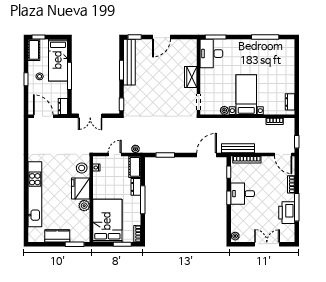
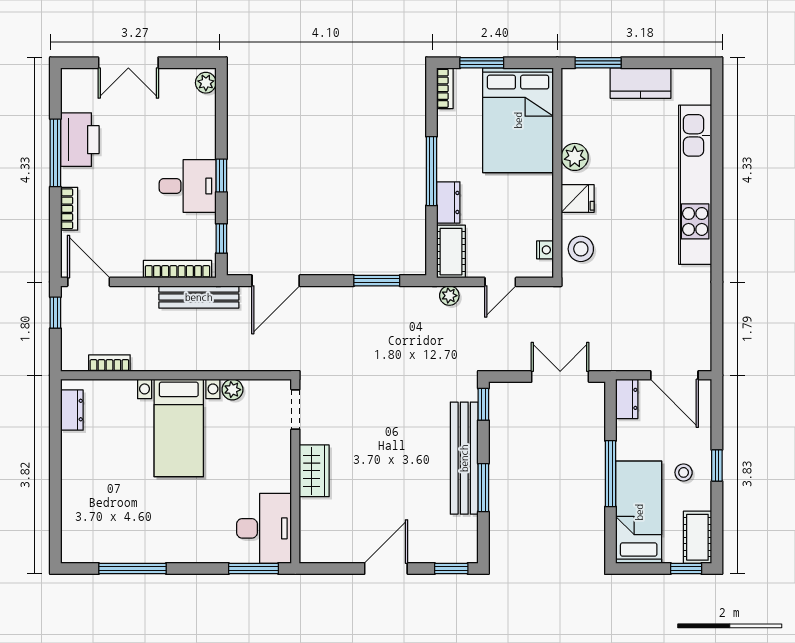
bench: (129, 62) -> (464, 458), moved
fridge: (81, 189) -> (578, 199), width x0.53, depth x0.75

